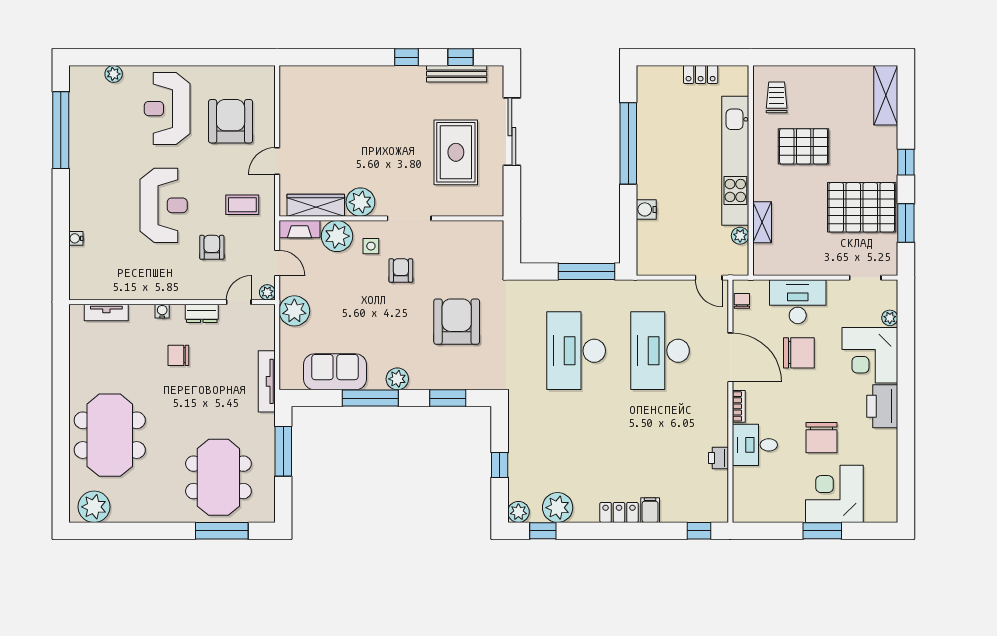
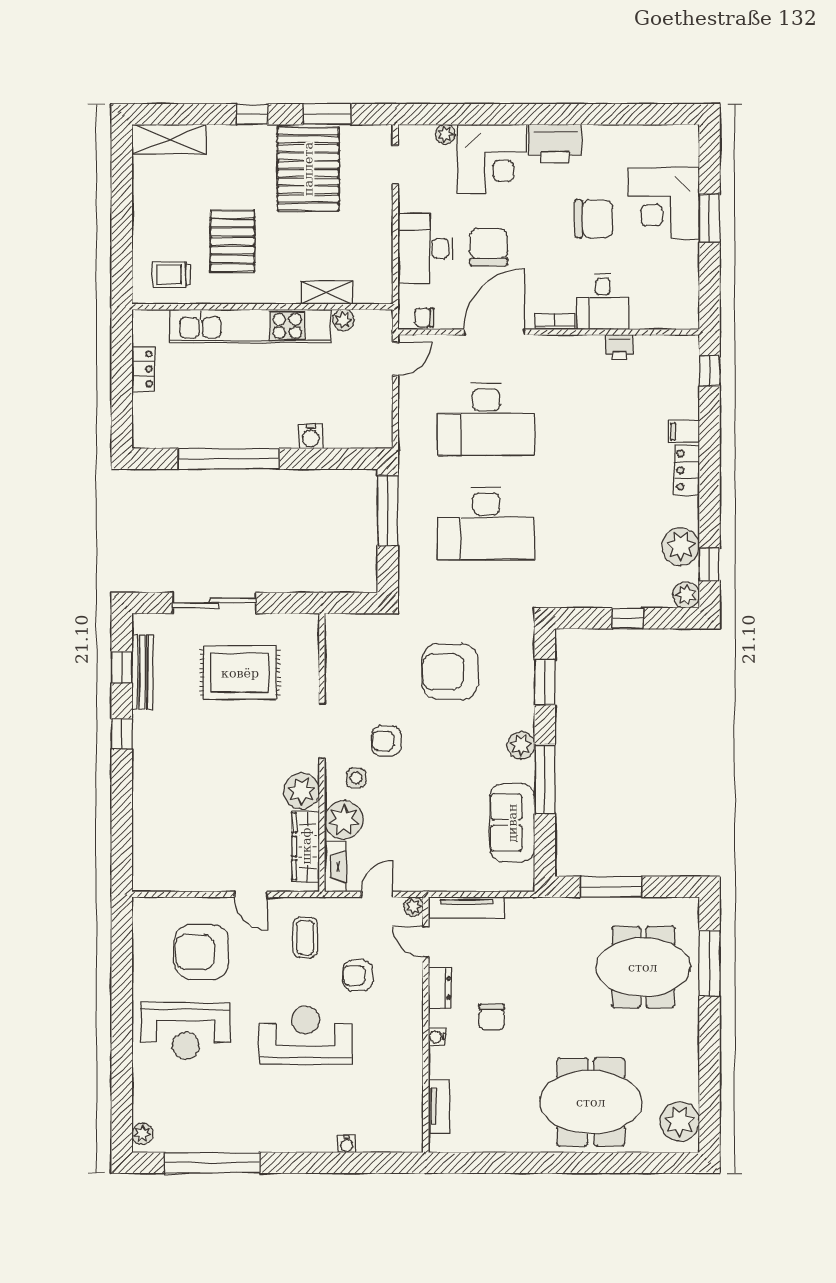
plant: (114, 74) -> (143, 1134), moved
plant: (294, 311) -> (437, 873), removed
tv unit: (267, 381) -> (467, 907), moved

